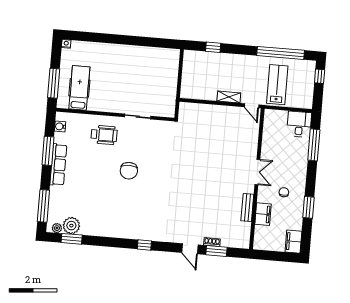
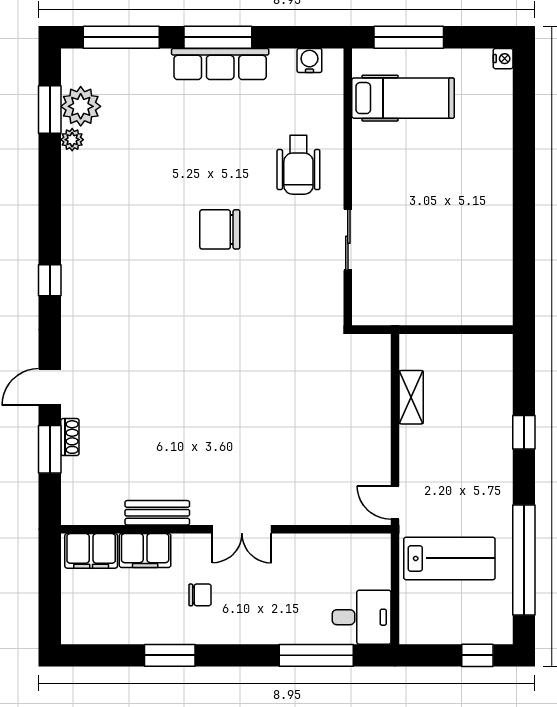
window: (213, 47) -> (524, 432), moved
shelving: (229, 97) -> (411, 397), moved
door: (252, 106) -> (395, 503), hinge flipped
window: (48, 151) -> (218, 37), moved
plant: (57, 228) -> (72, 140), moved
filing cabinet: (293, 242) -> (91, 551), moved, turned 180

